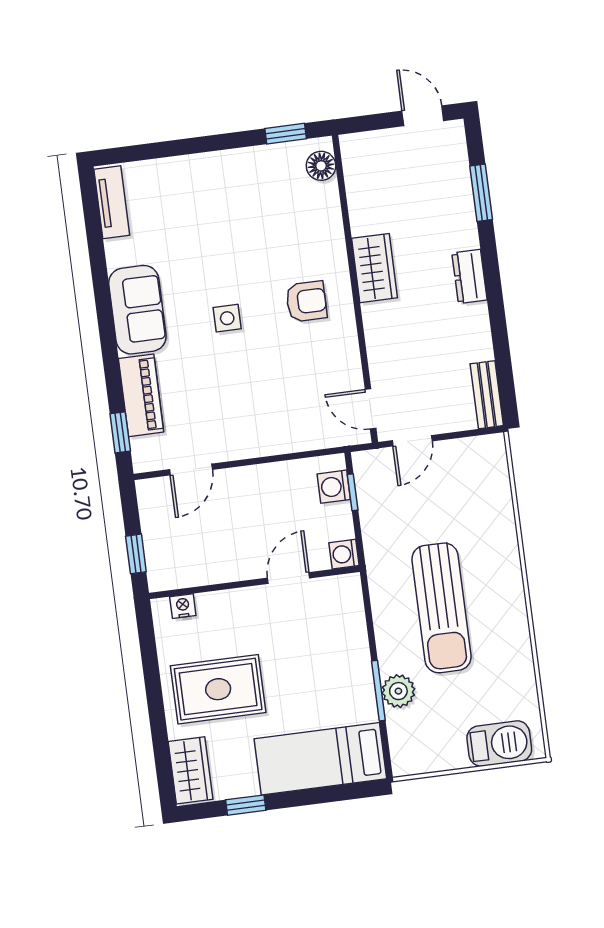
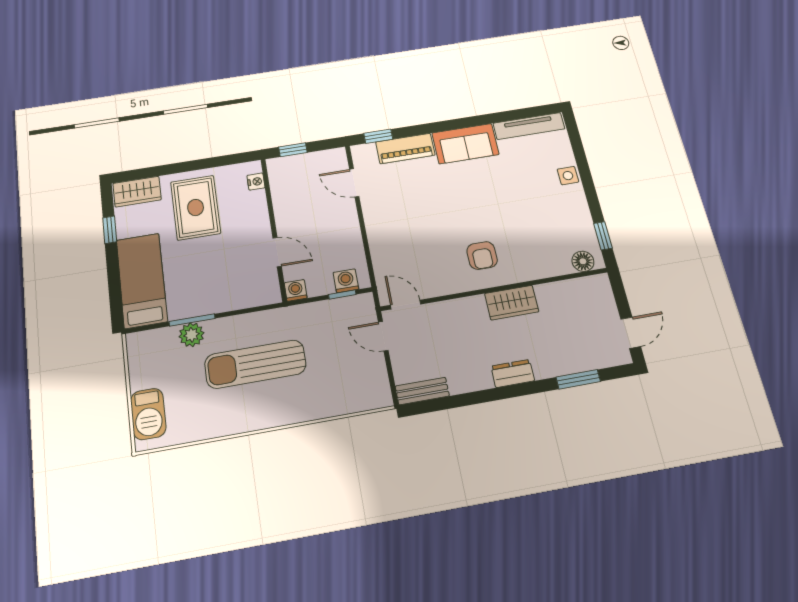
tv unit: (112, 202) -> (529, 126), width x1.41
side table: (227, 318) -> (568, 176), moved
door: (371, 409) -> (406, 305), hinge flipped

